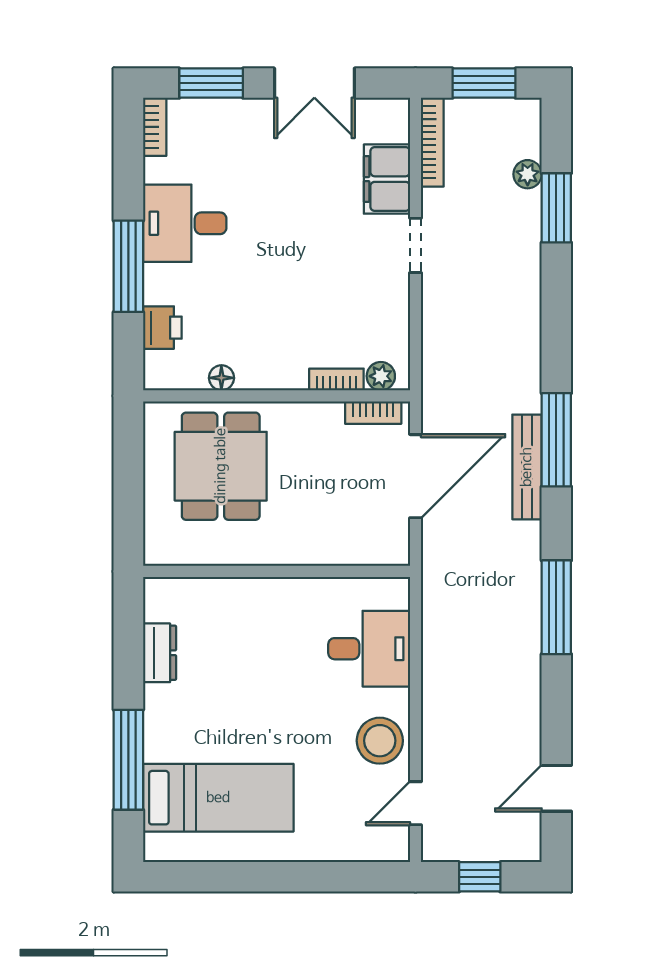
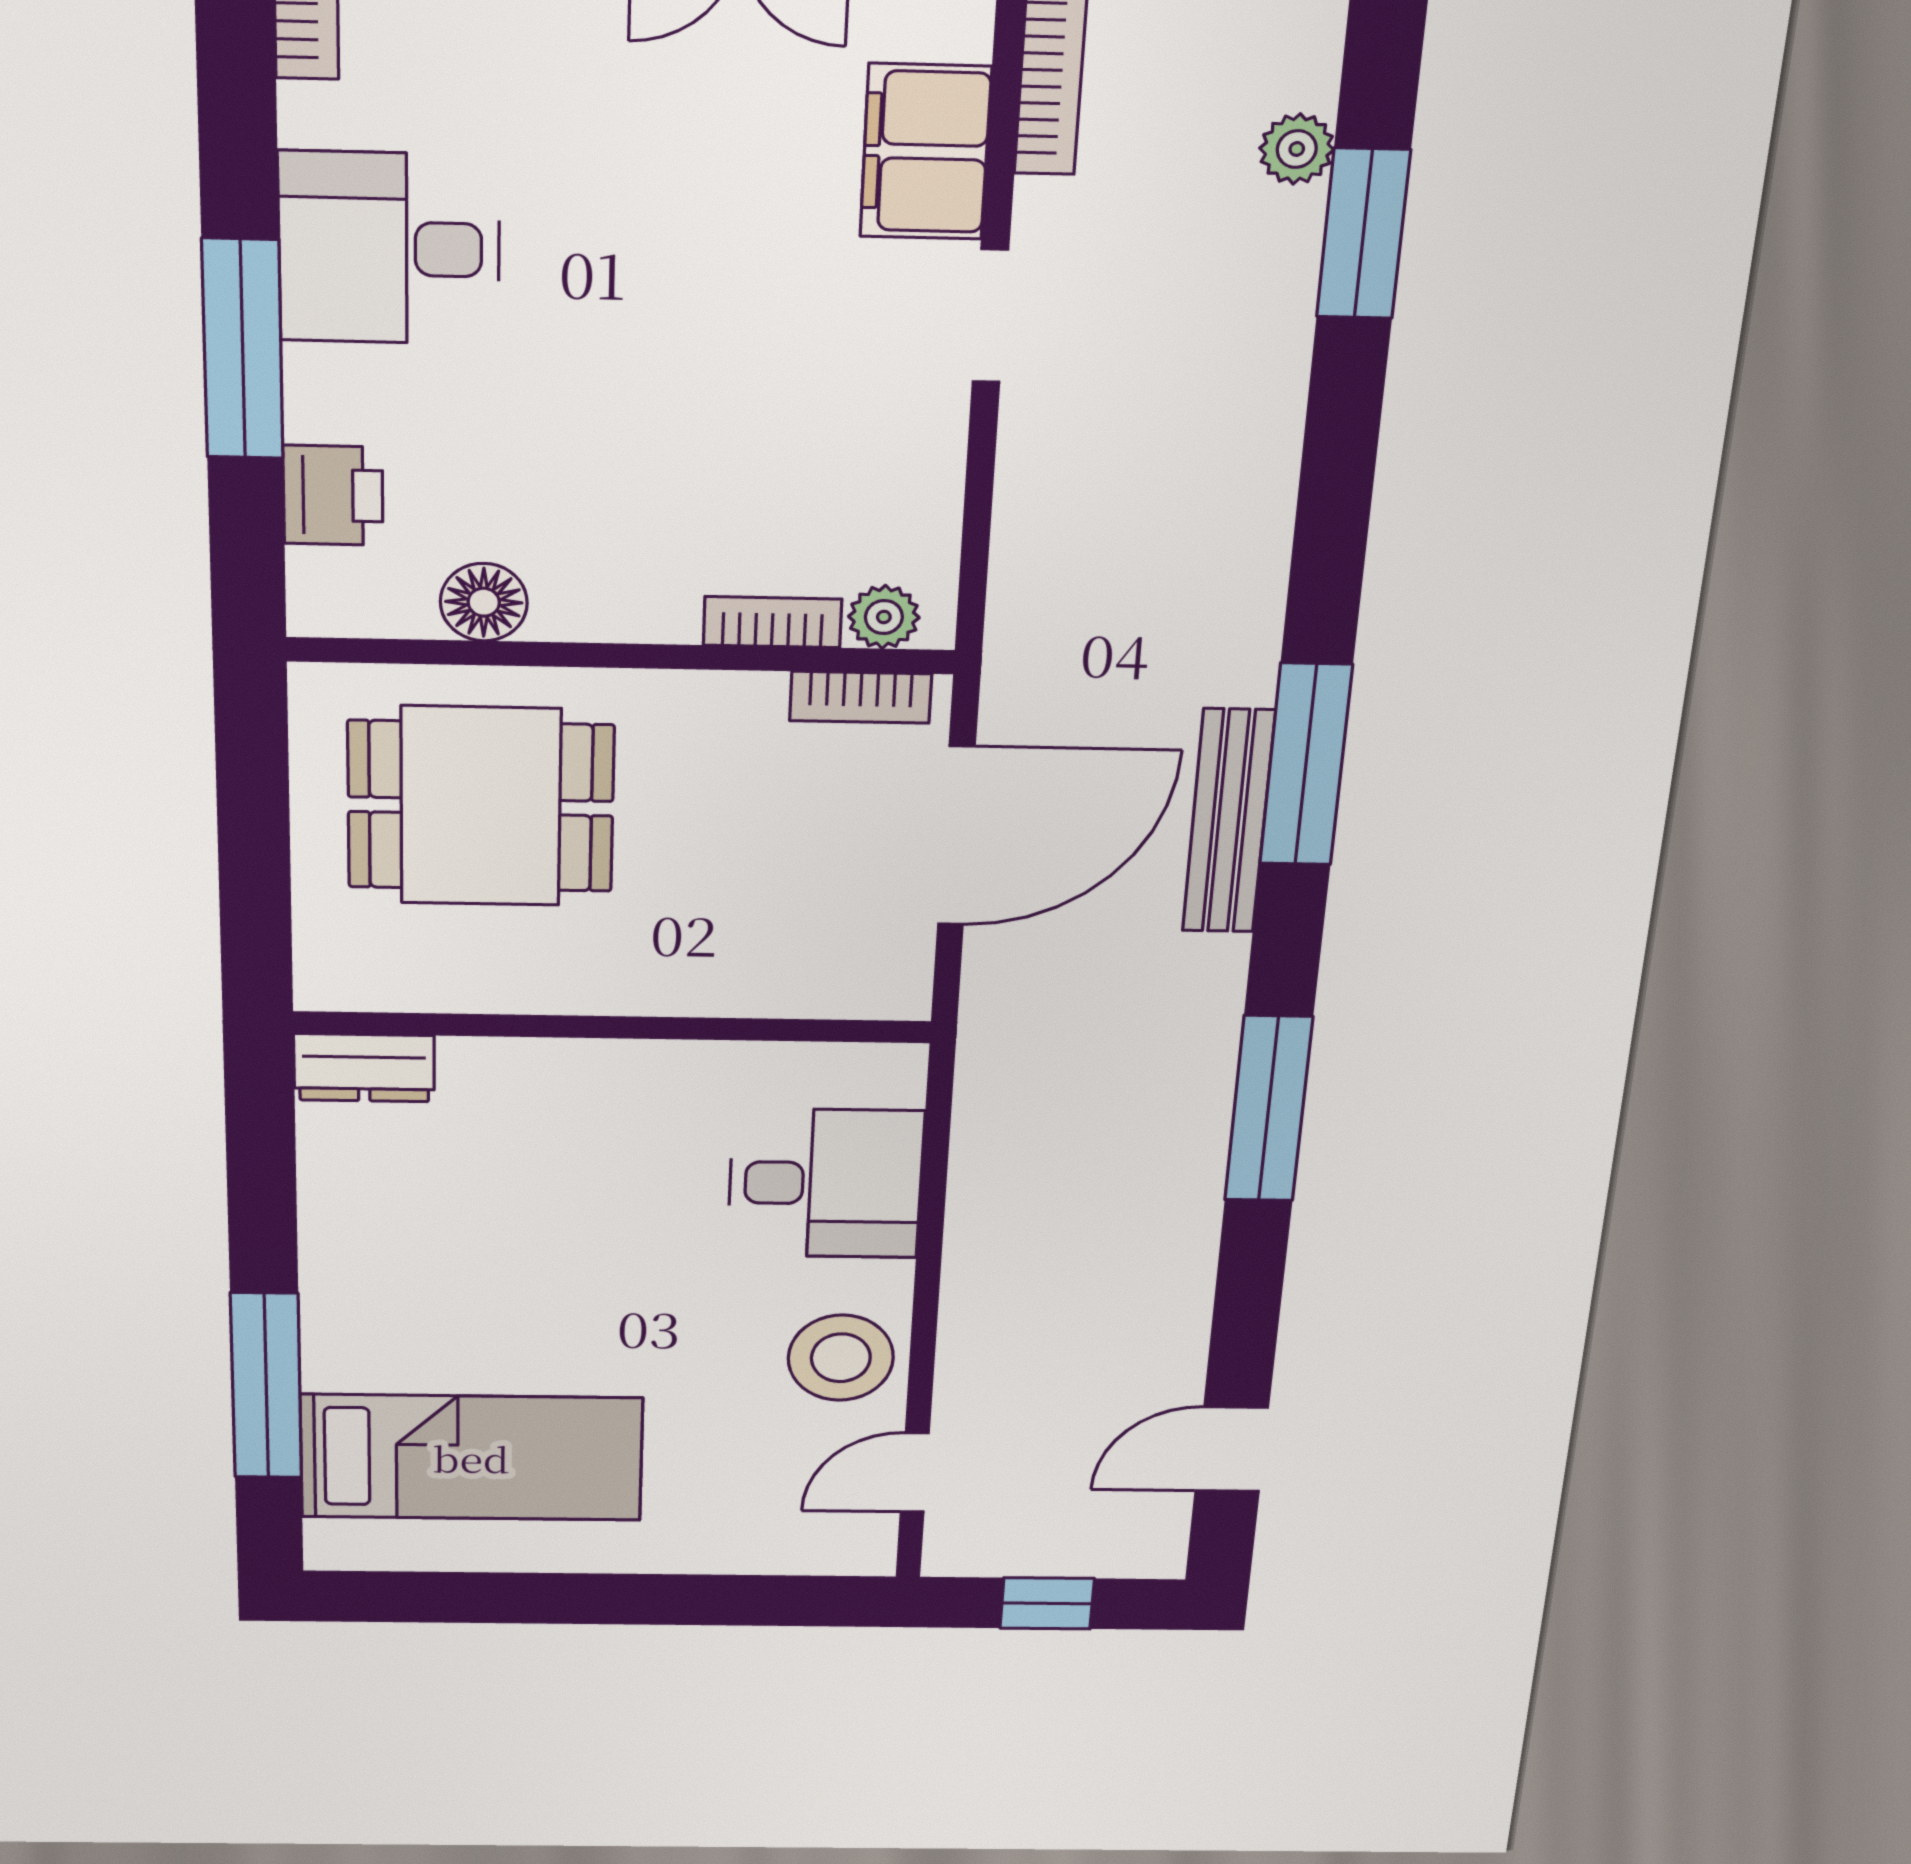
floor lamp: (221, 378) -> (484, 602), width x1.37, depth x1.37
dining table: (221, 466) -> (481, 806), turned 90
dresser: (160, 653) -> (364, 1068), moved, turned 90

